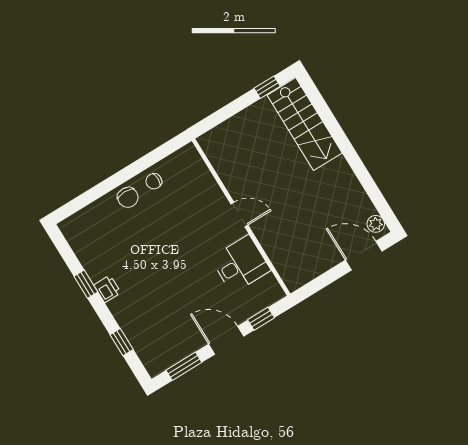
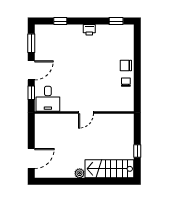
window: (267, 87) -> (137, 151), moved
plant: (376, 224) -> (80, 173), moved
desk: (240, 264) -> (48, 99), moved
window: (86, 284) -> (116, 21), moved

